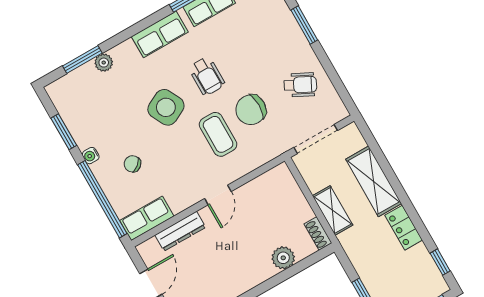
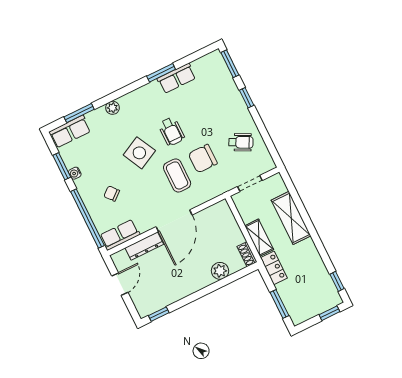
window: (304, 25) -> (247, 98), width x0.67
row of seats: (160, 34) -> (70, 132), moved
plant: (104, 63) -> (113, 108), moved
doorway: (316, 139) -> (250, 183), width x0.73
water cooler: (91, 156) -> (75, 173), moved
door: (218, 195) -> (174, 221), width x1.87
locker: (404, 228) -> (274, 268), moved, turned 180

